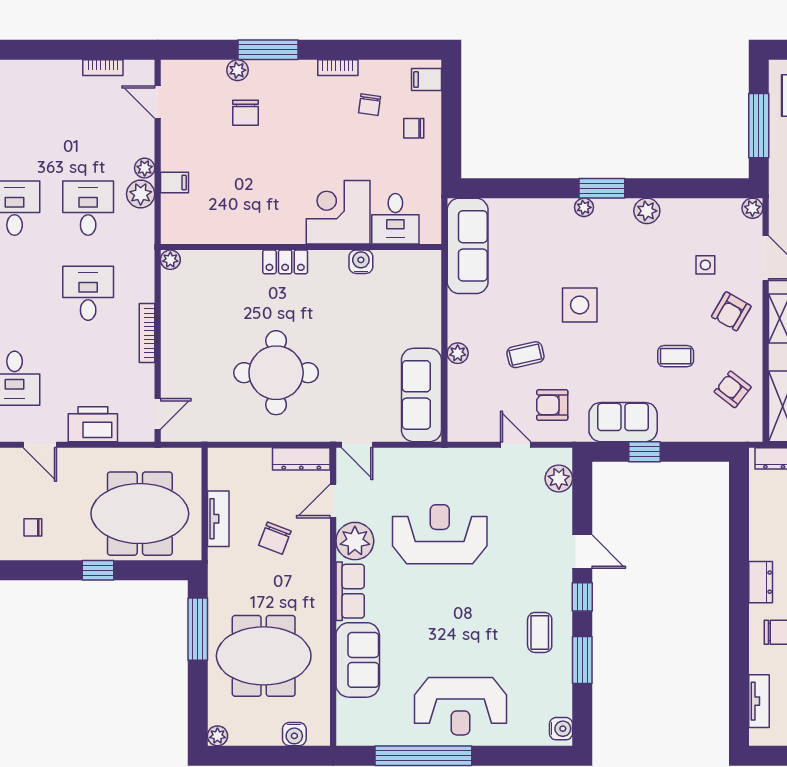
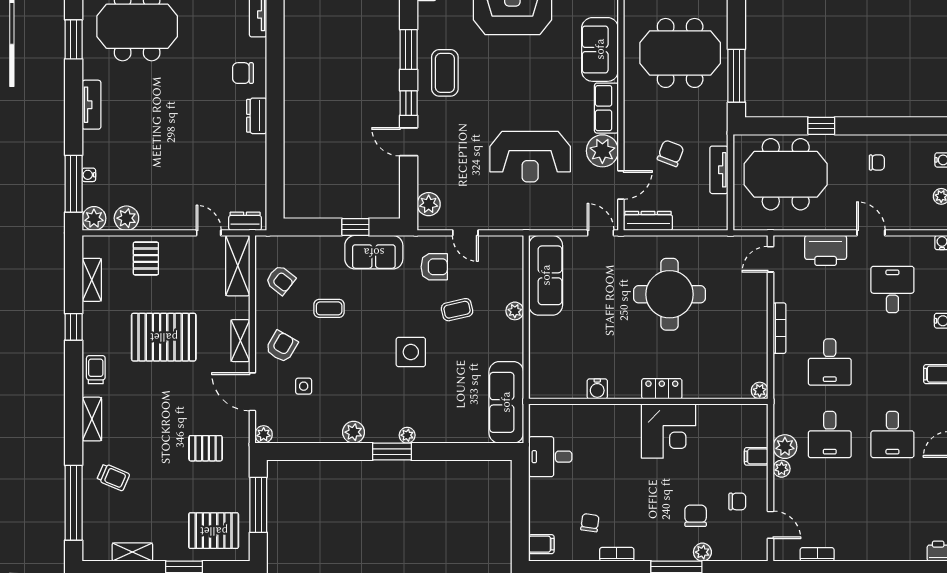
chair: (414, 128) -> (737, 501), moved
corner desk: (338, 212) -> (669, 431), moved
desk: (395, 219) -> (550, 457), moved, turned -90
coffee table: (540, 632) -> (445, 73), width x1.36, depth x1.30

